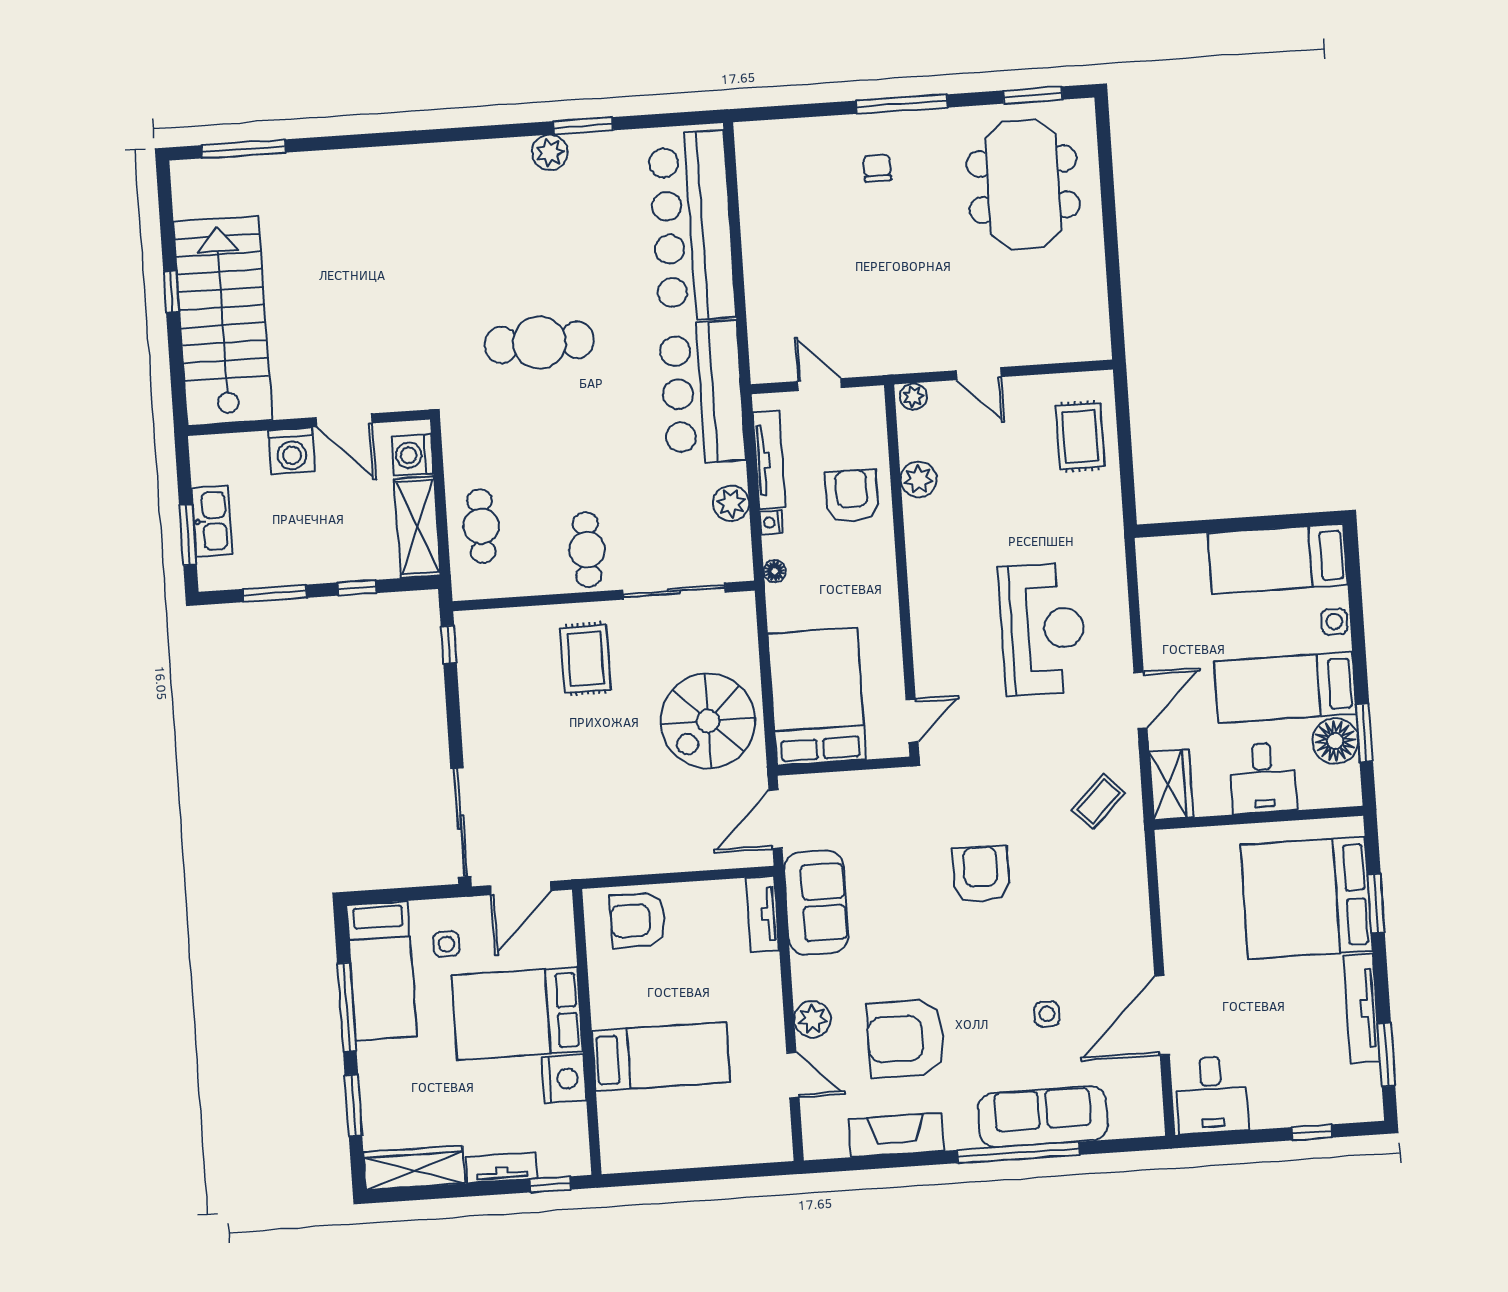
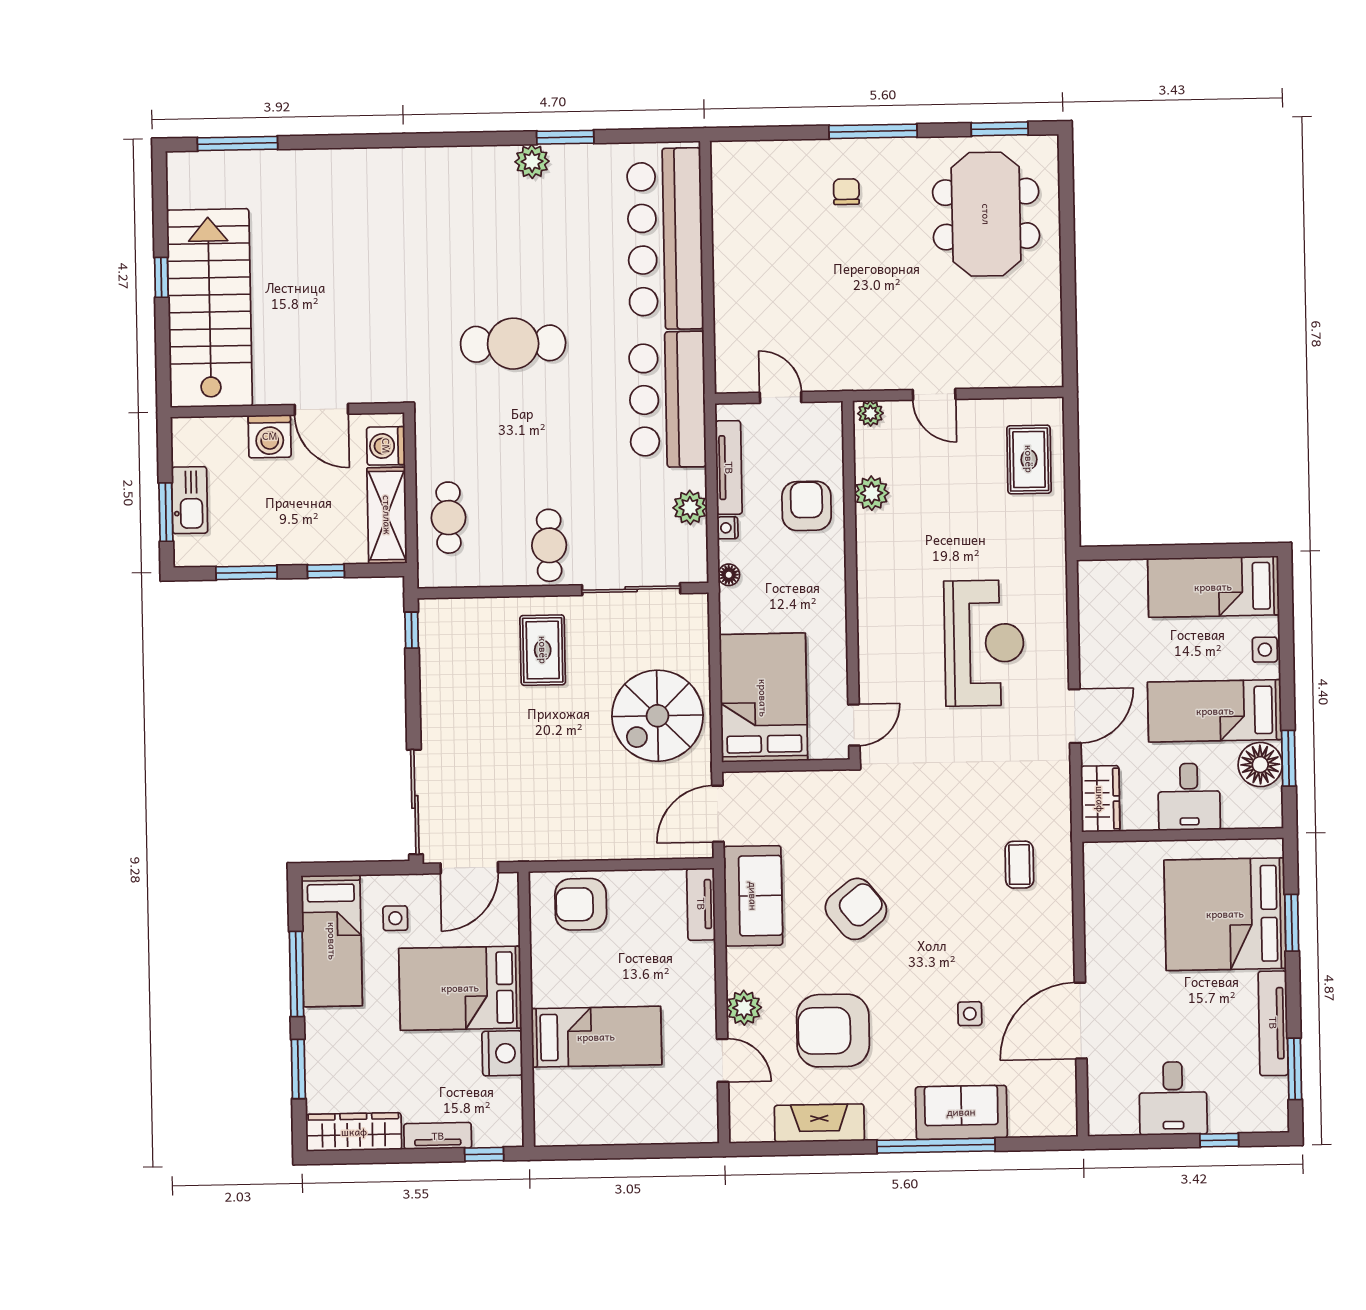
coffee table: (1098, 801) -> (1019, 865), moved, turned -45
armchair: (981, 874) -> (856, 909), moved, turned 51
desk: (1212, 1095) -> (1173, 1098), moved
sofa: (1043, 1117) -> (961, 1112), width x0.73

